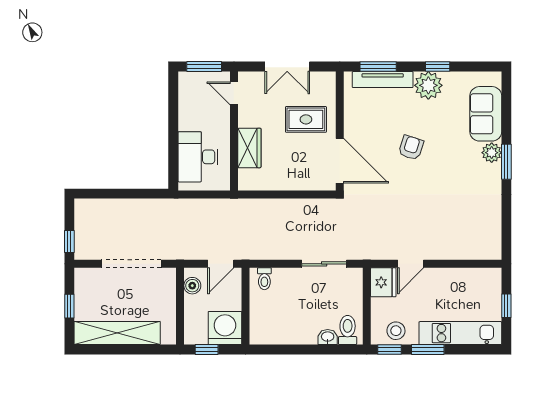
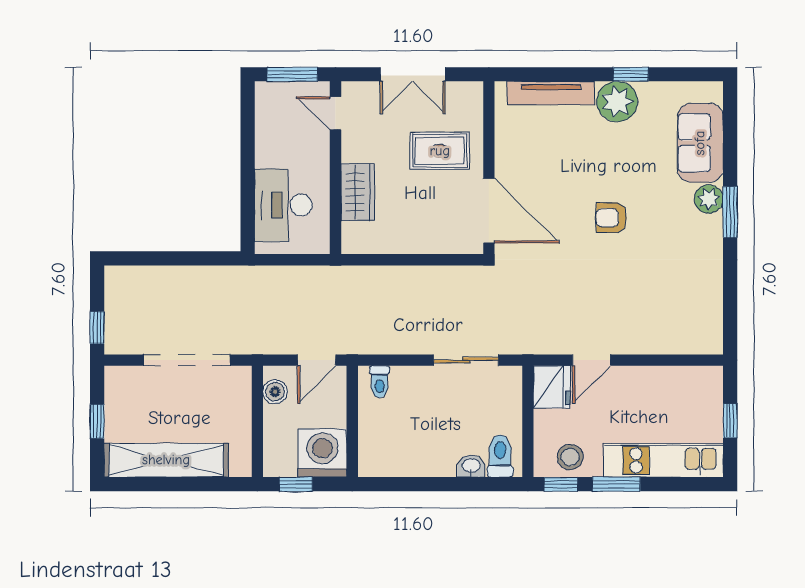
window: (378, 67) -> (544, 74), removed
armchair: (411, 148) -> (611, 218), moved, turned -108

